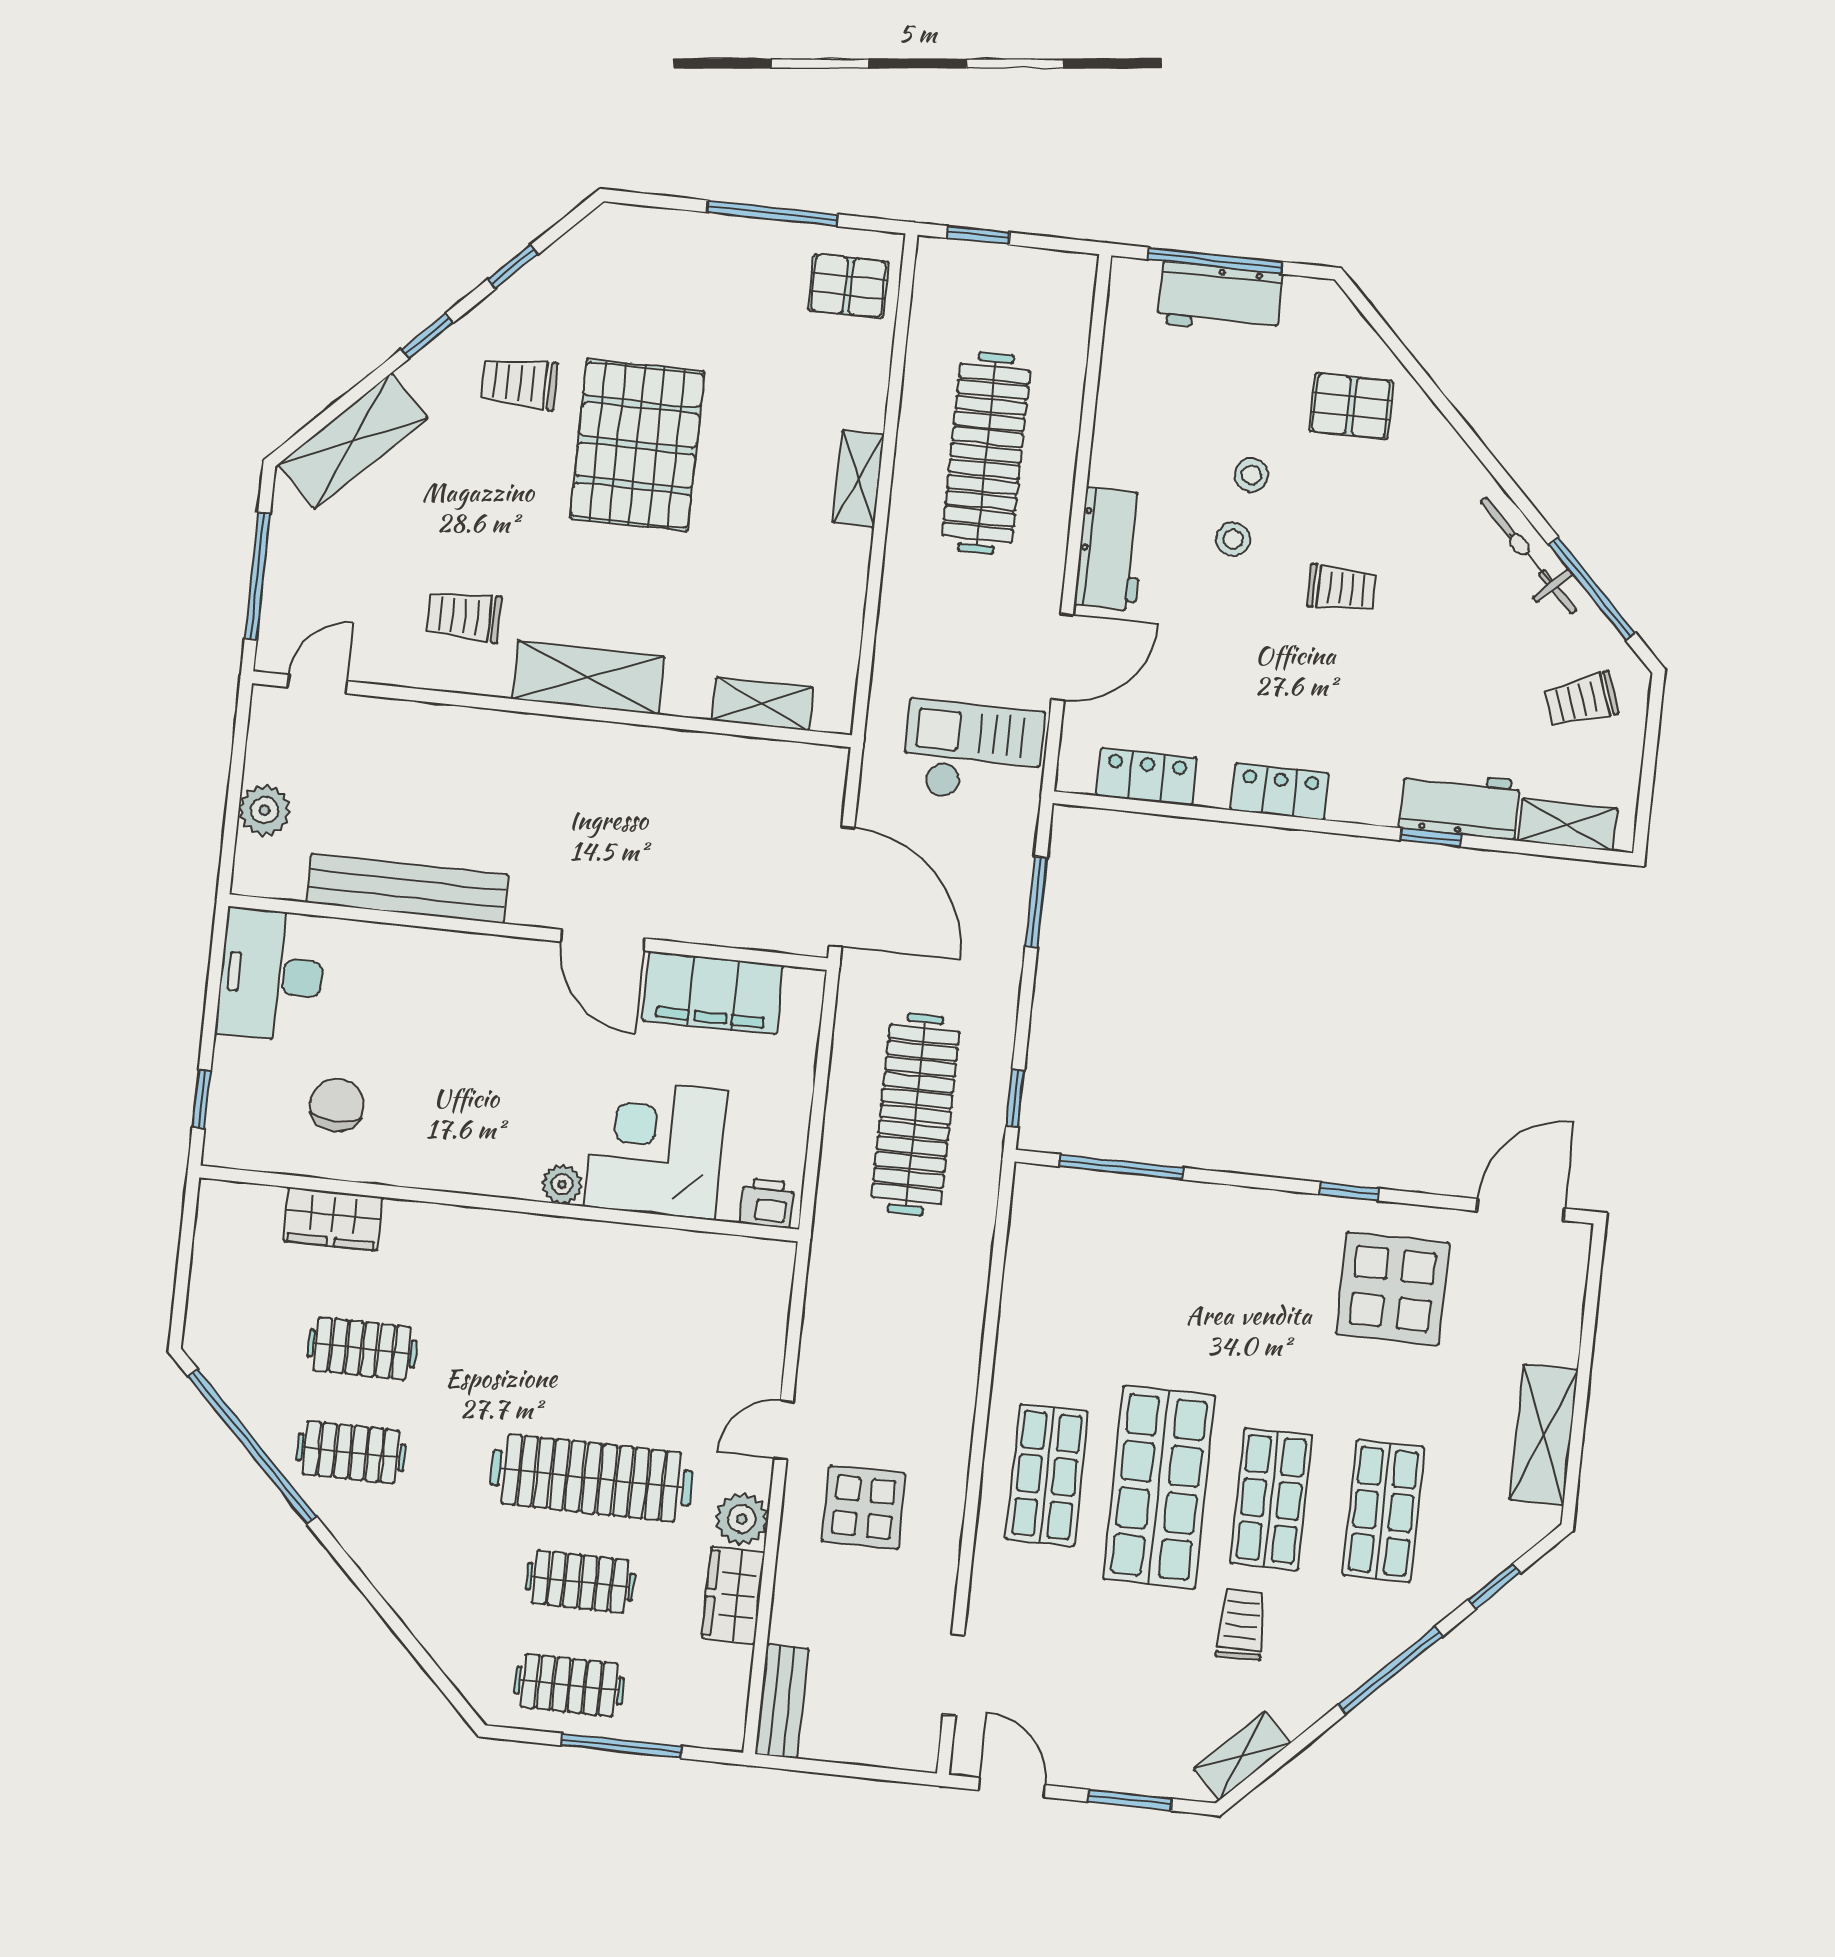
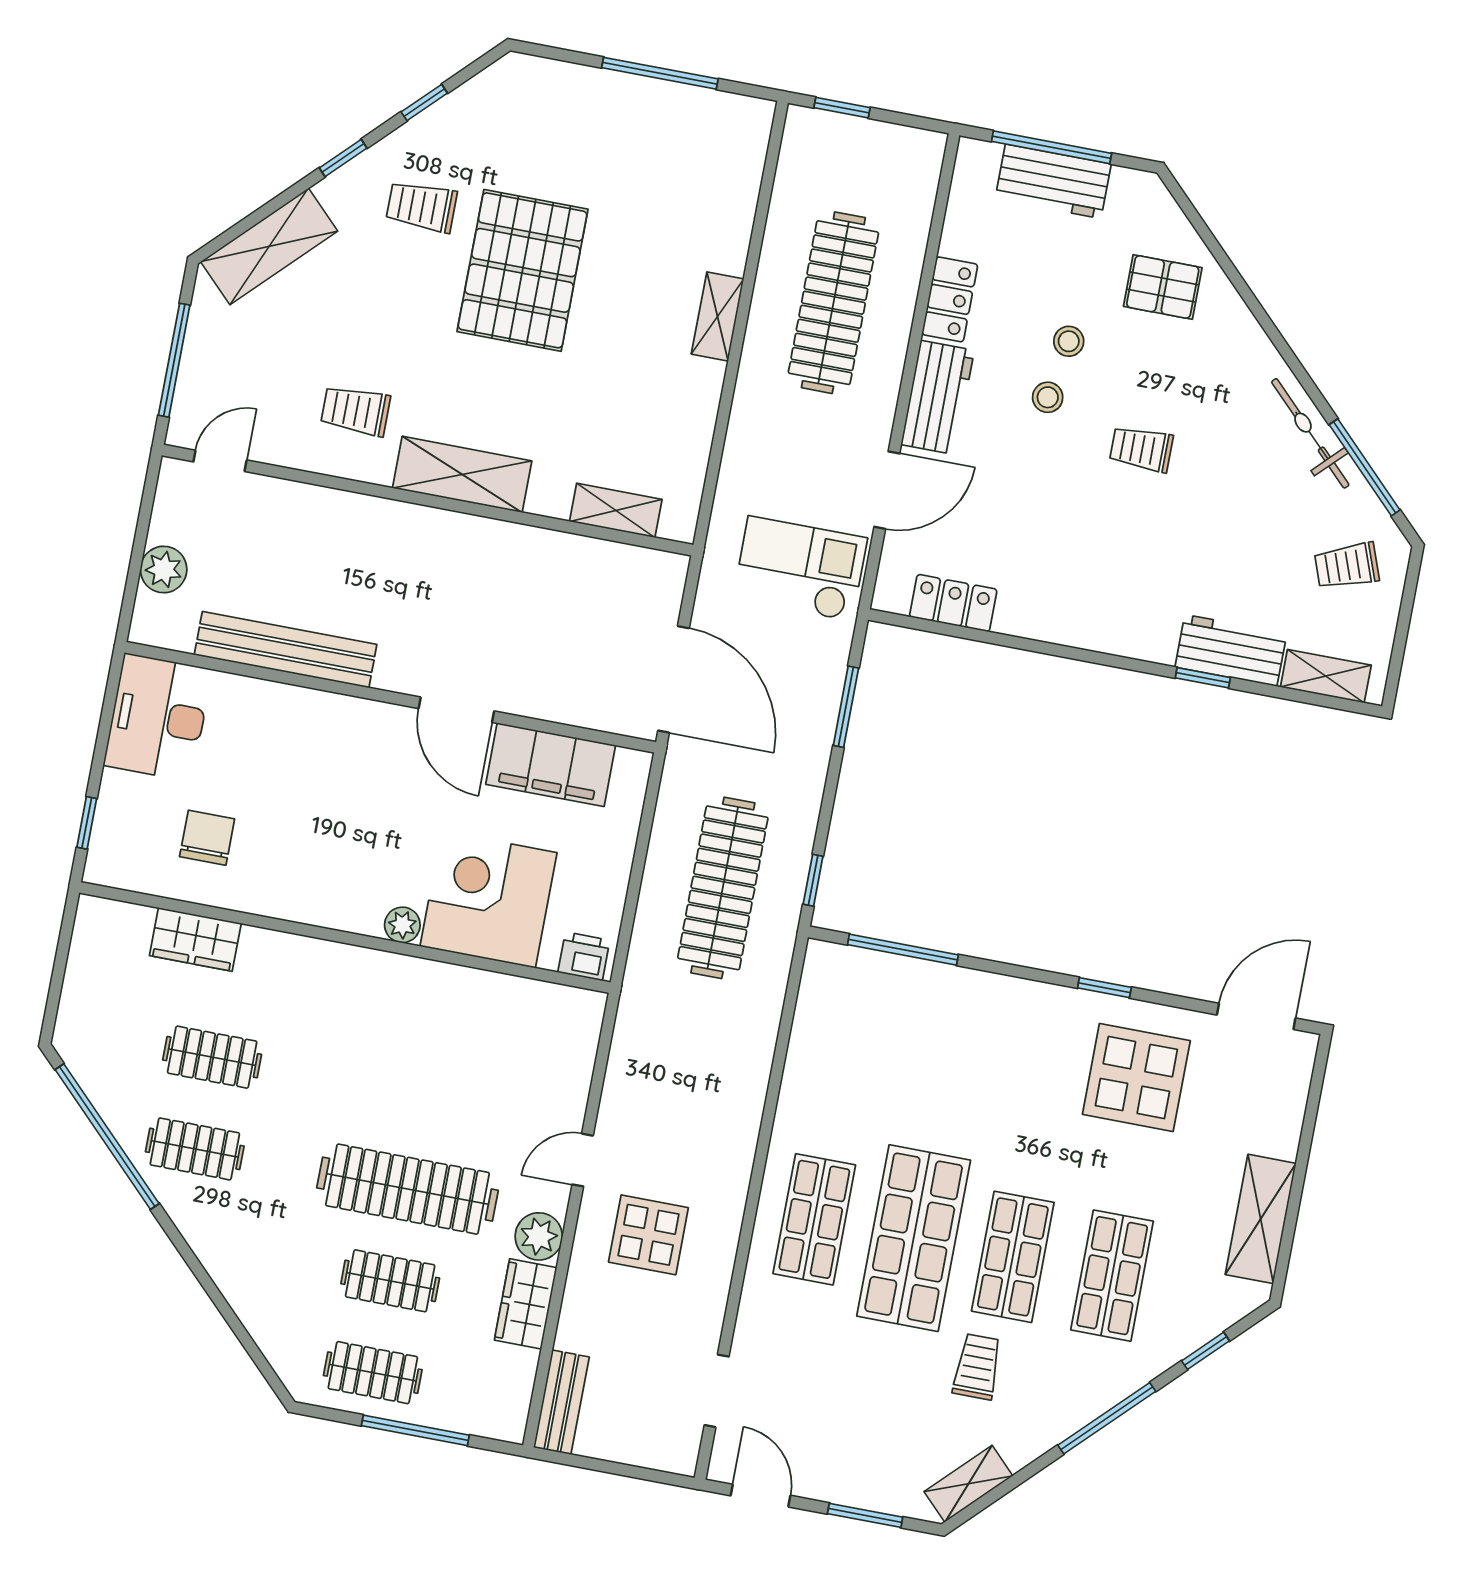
pallet: (848, 286) -> (723, 144), removed
trolley: (1342, 588) -> (1141, 449), turned 180
locker: (1280, 792) -> (950, 299), moved, turned 90

